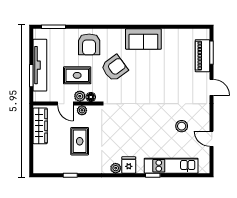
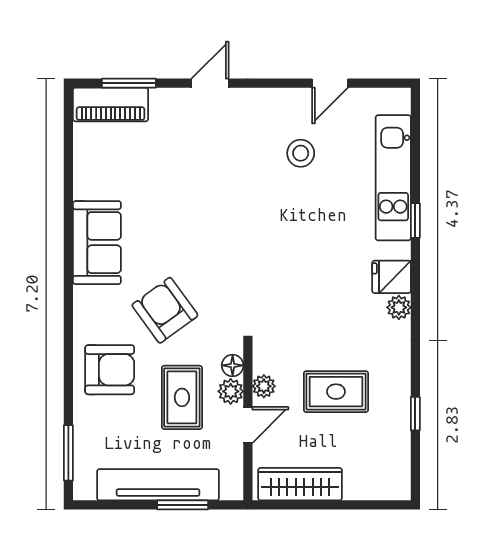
piano: (202, 56) -> (111, 105), moved

